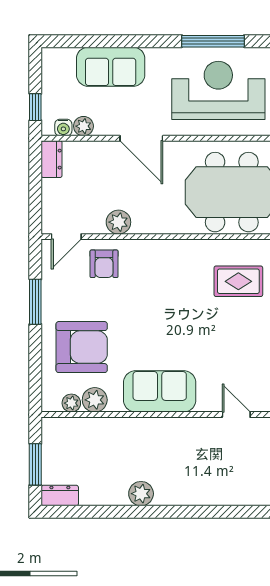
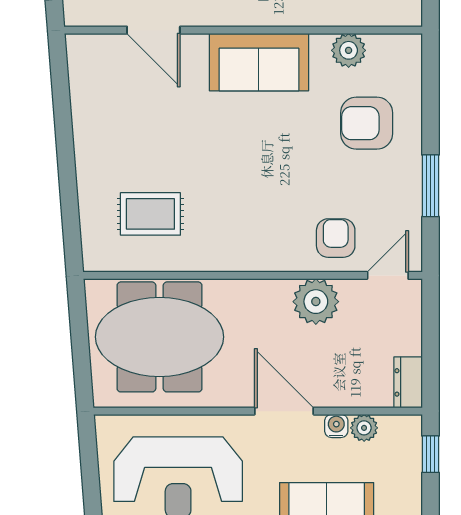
water cooler: (63, 128) -> (336, 426), moved
plant: (118, 222) -> (316, 302), width x1.36, depth x1.36
armchair: (82, 347) -> (367, 123), width x0.73, depth x0.73
plant: (71, 403) -> (381, 46), removed
door: (236, 415) -> (153, 30), width x1.38

